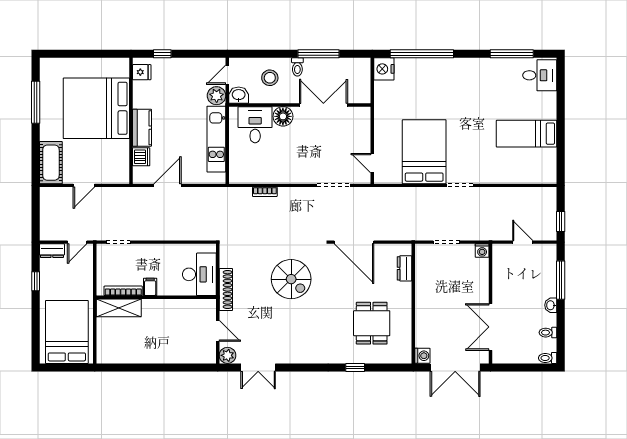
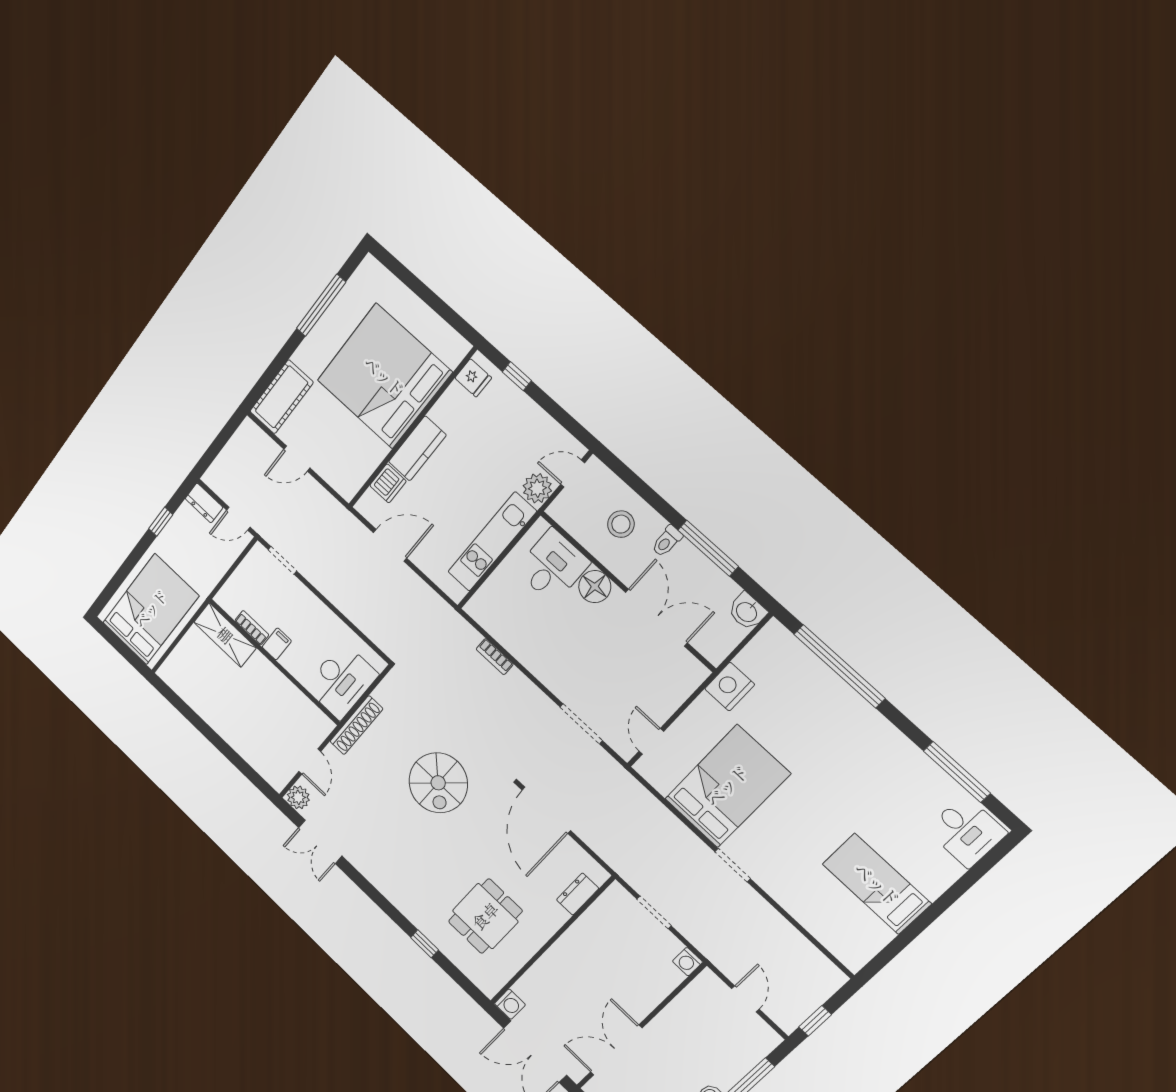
nightstand: (384, 69) -> (730, 687), moved
washbasin: (239, 95) -> (747, 611), moved, turned 180
bookcase: (123, 291) -> (252, 628), width x0.64

